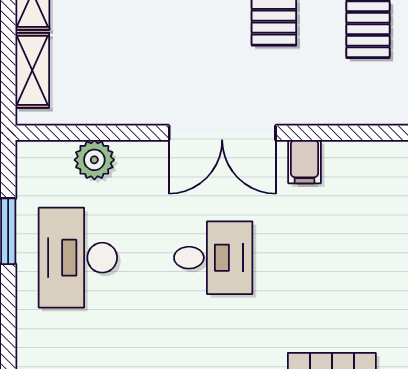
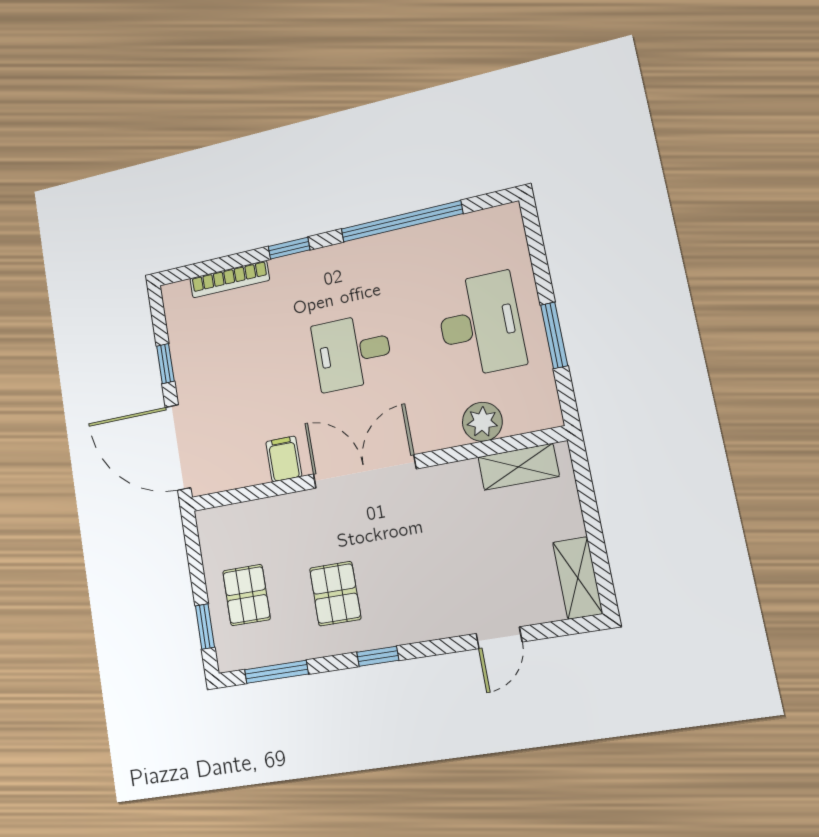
shelving: (32, 70) -> (519, 467), moved, turned 90

